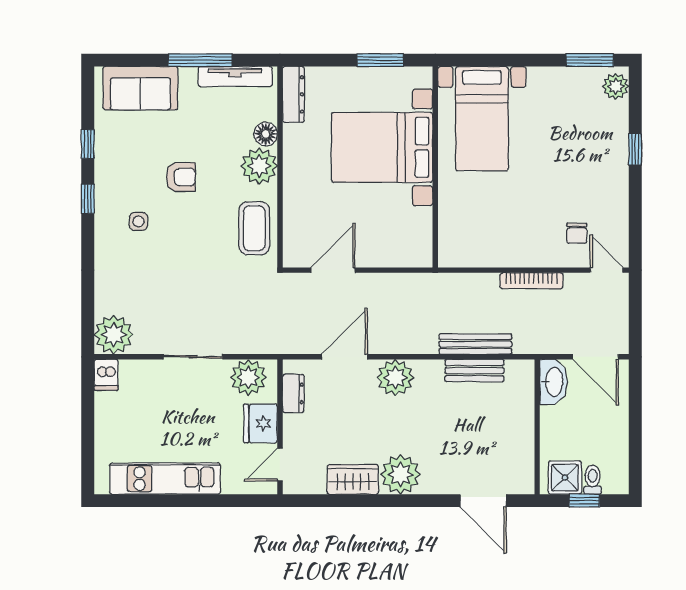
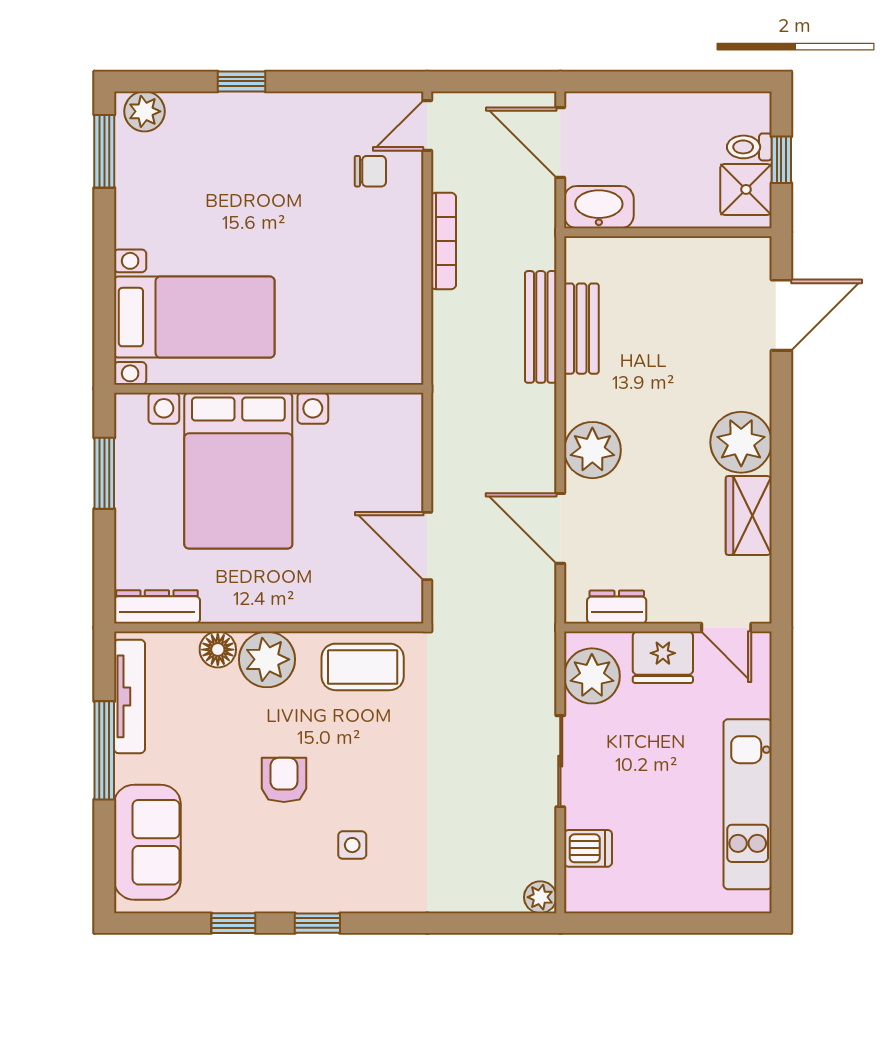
plant: (114, 335) -> (540, 897), width x0.53, depth x0.53
door: (595, 357) -> (560, 143), swing flipped
dishwasher: (106, 375) -> (588, 848), moved

